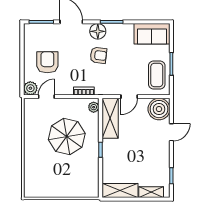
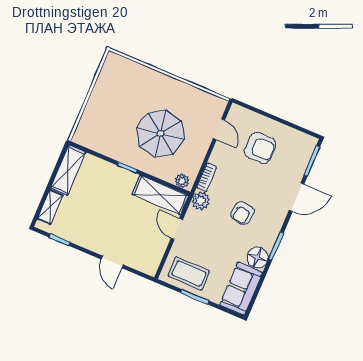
floor lamp: (98, 31) -> (258, 258), moved
plant: (30, 88) -> (201, 201), moved
boiler: (159, 109) -> (147, 259), removed

